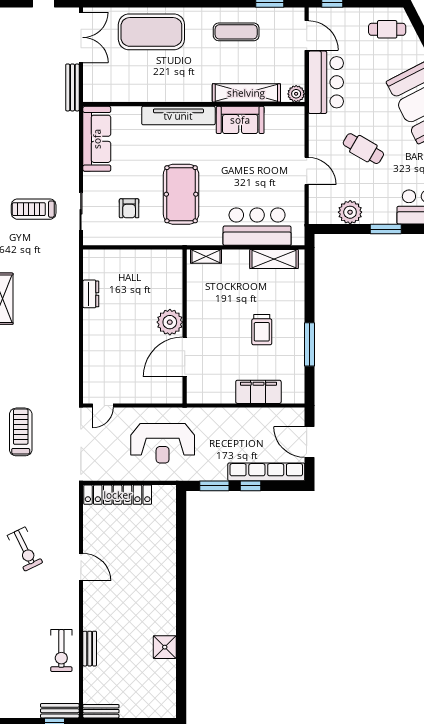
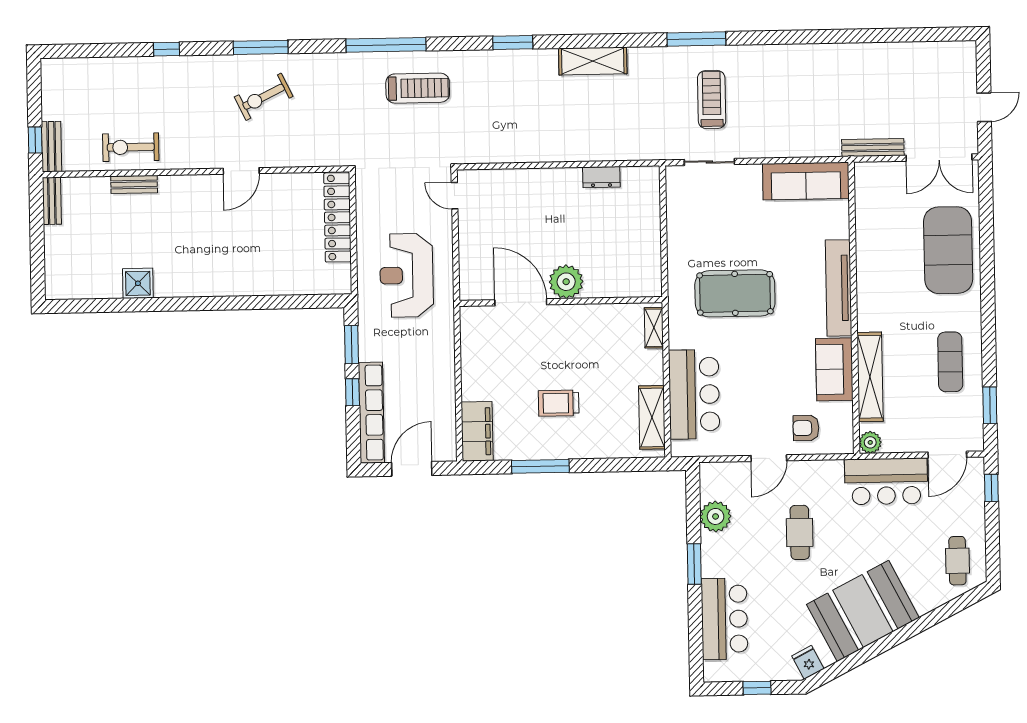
cafe table: (363, 149) -> (800, 532), turned -30
armchair: (129, 208) -> (806, 428), moved
filing cabinet: (258, 392) -> (477, 431), moved

